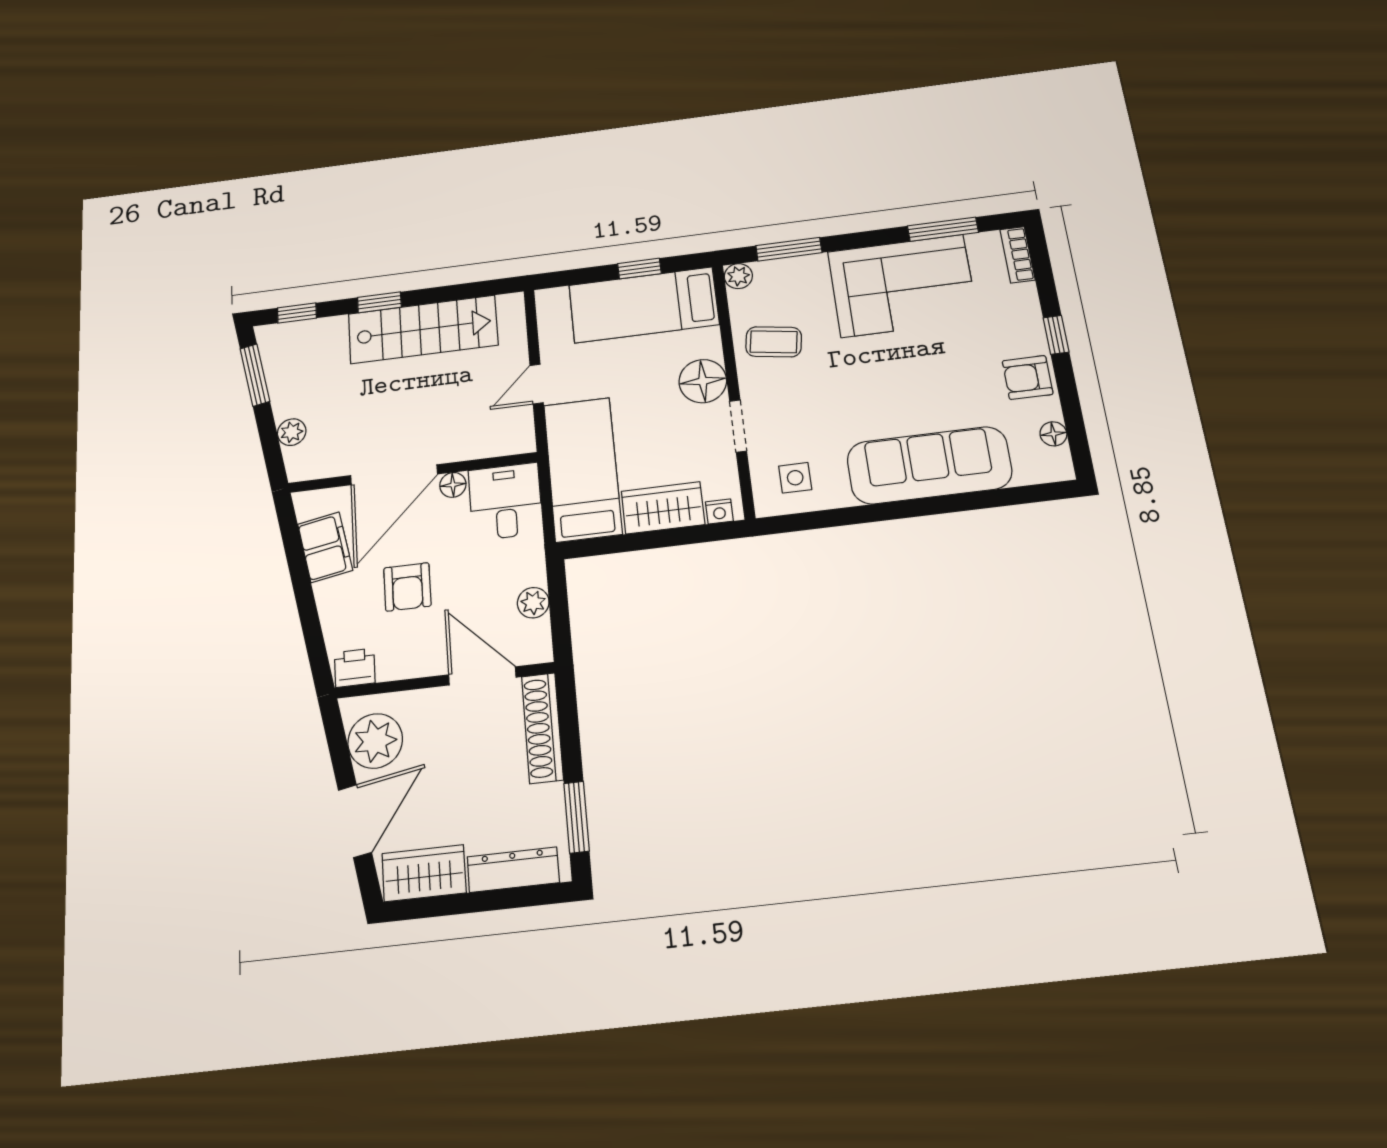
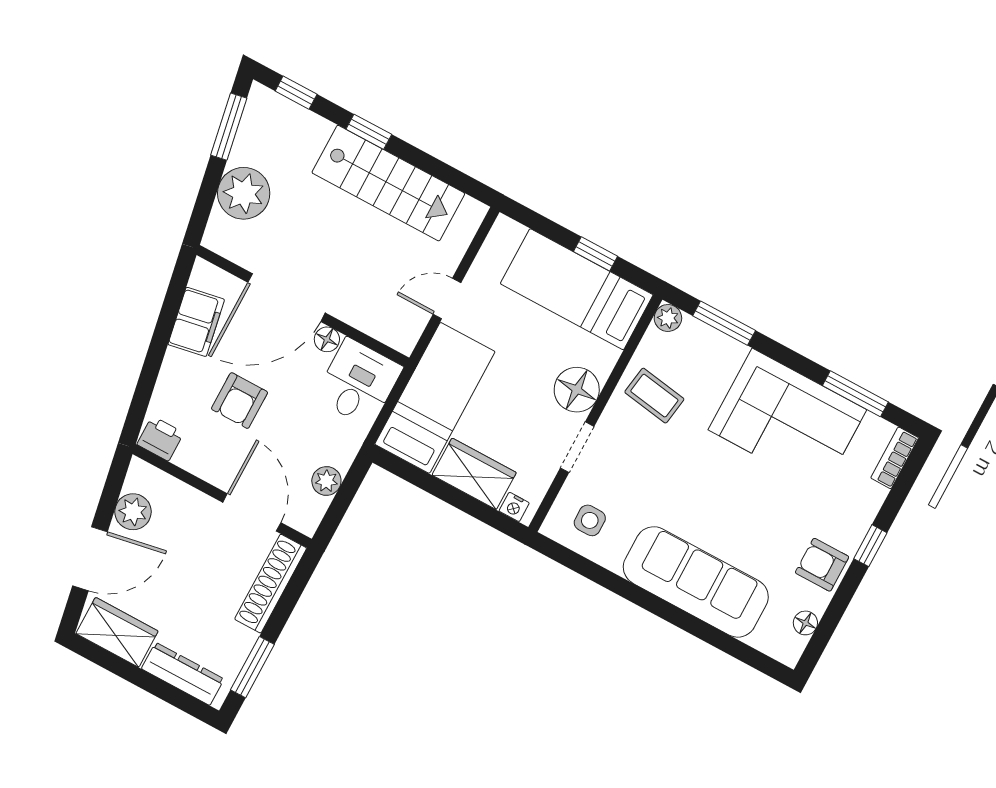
plant: (292, 432) -> (244, 193), width x1.88, depth x1.88
plant: (375, 741) -> (133, 512), width x0.73, depth x0.73

